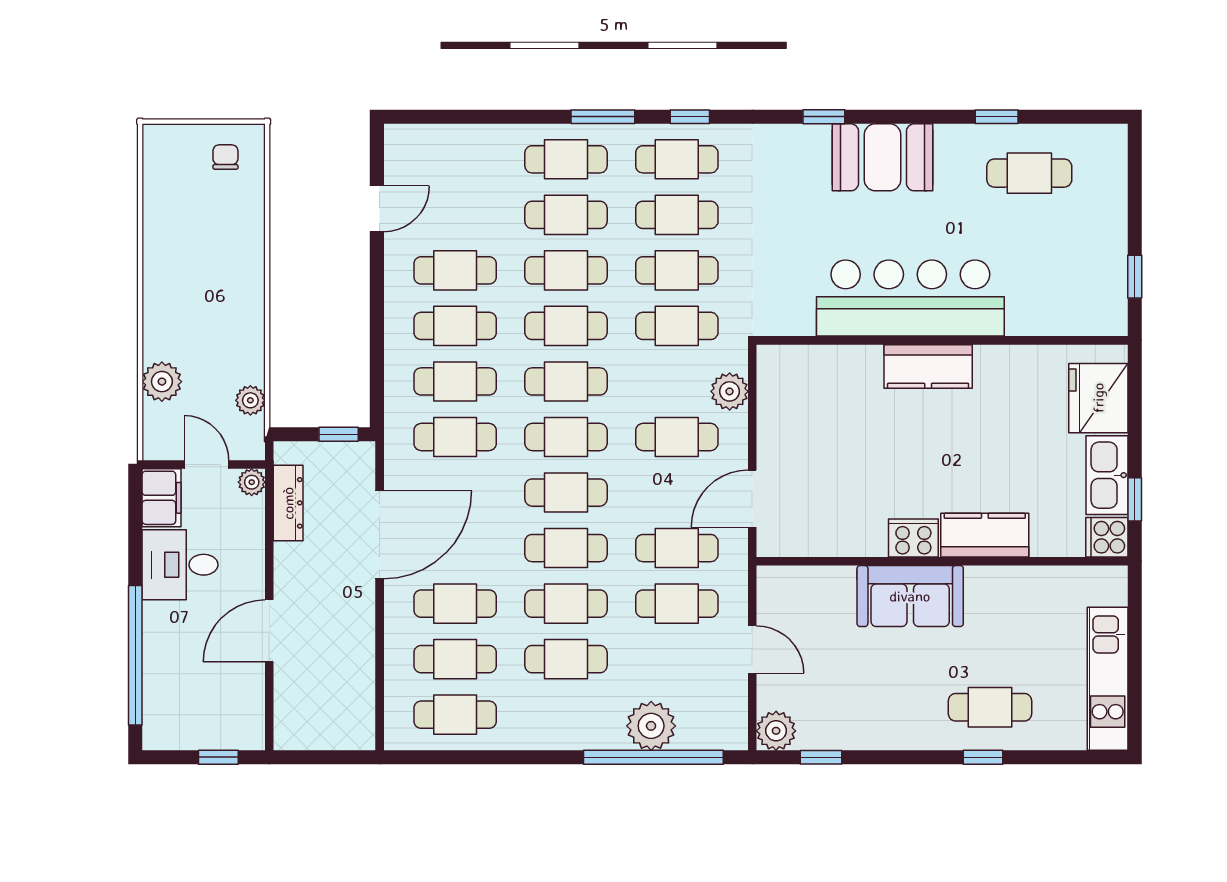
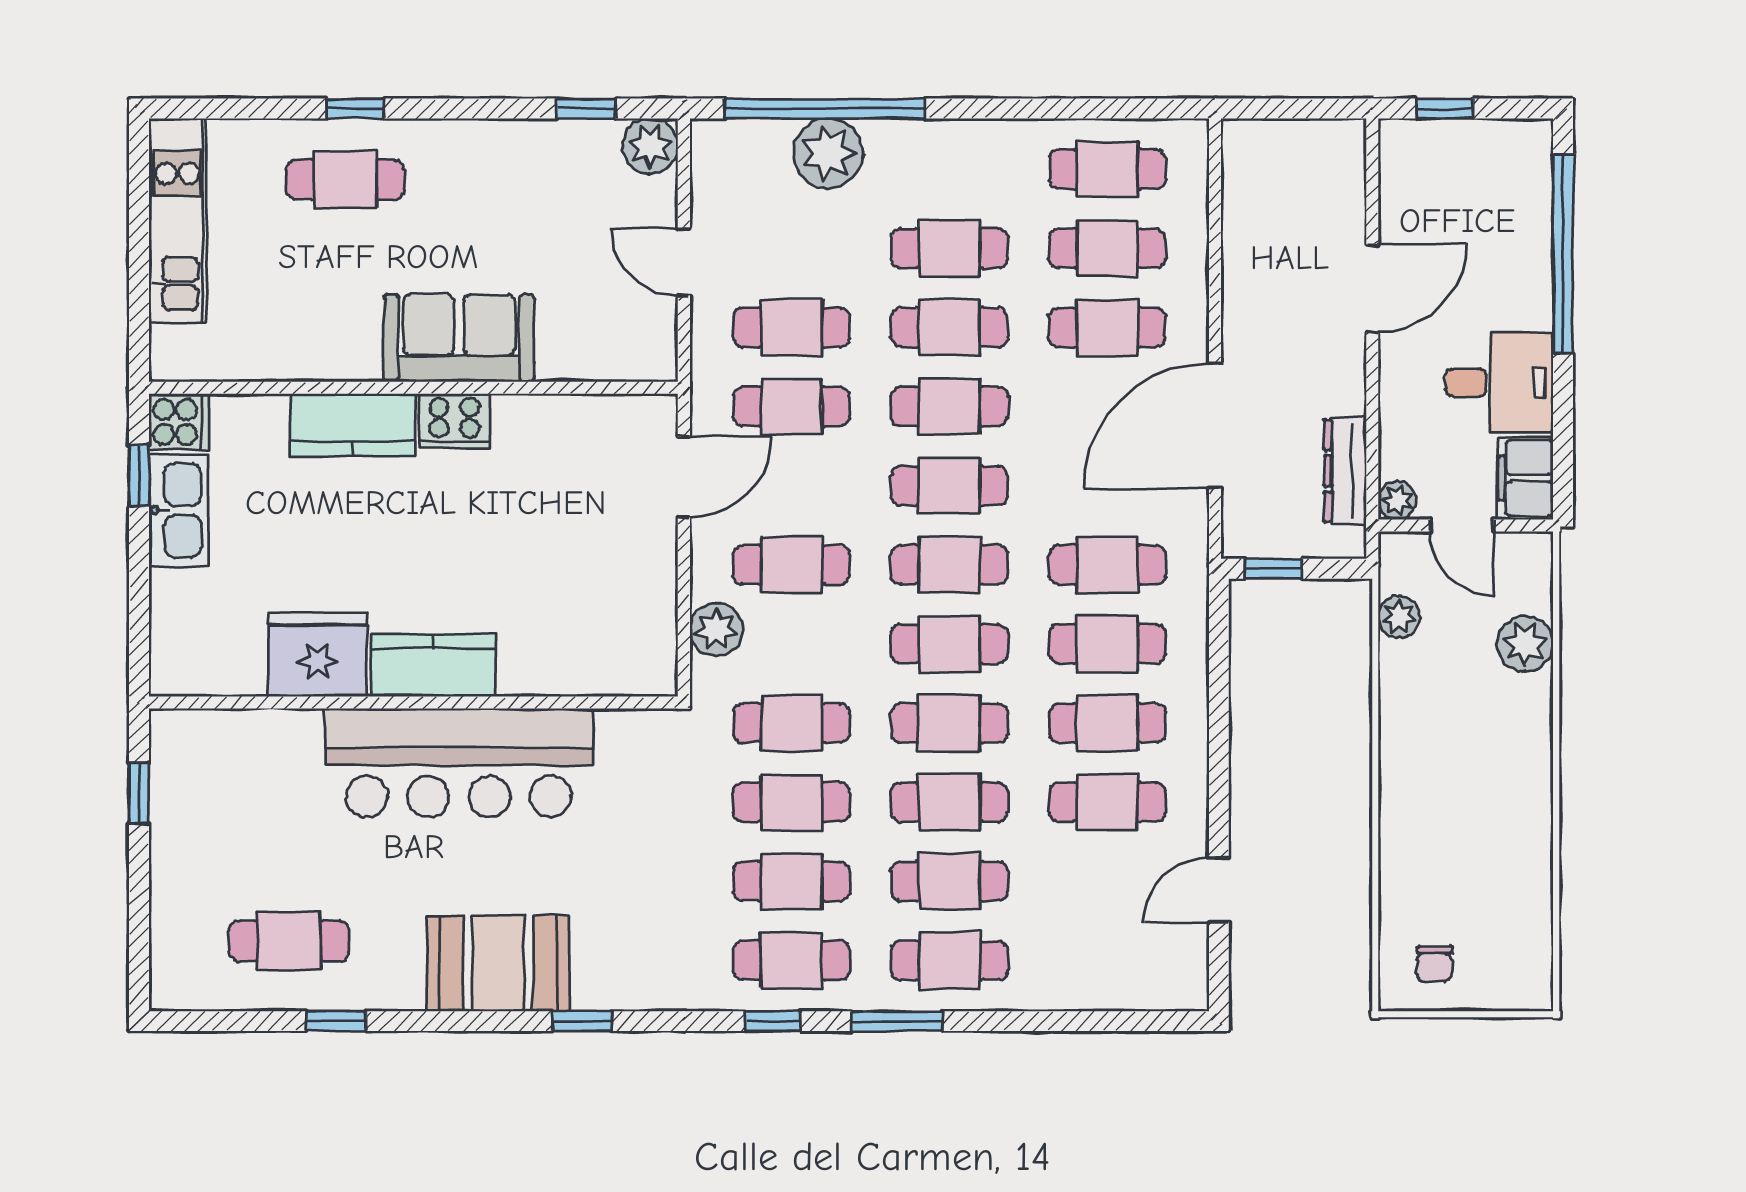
fridge: (1098, 398) -> (317, 655), moved, turned -90

